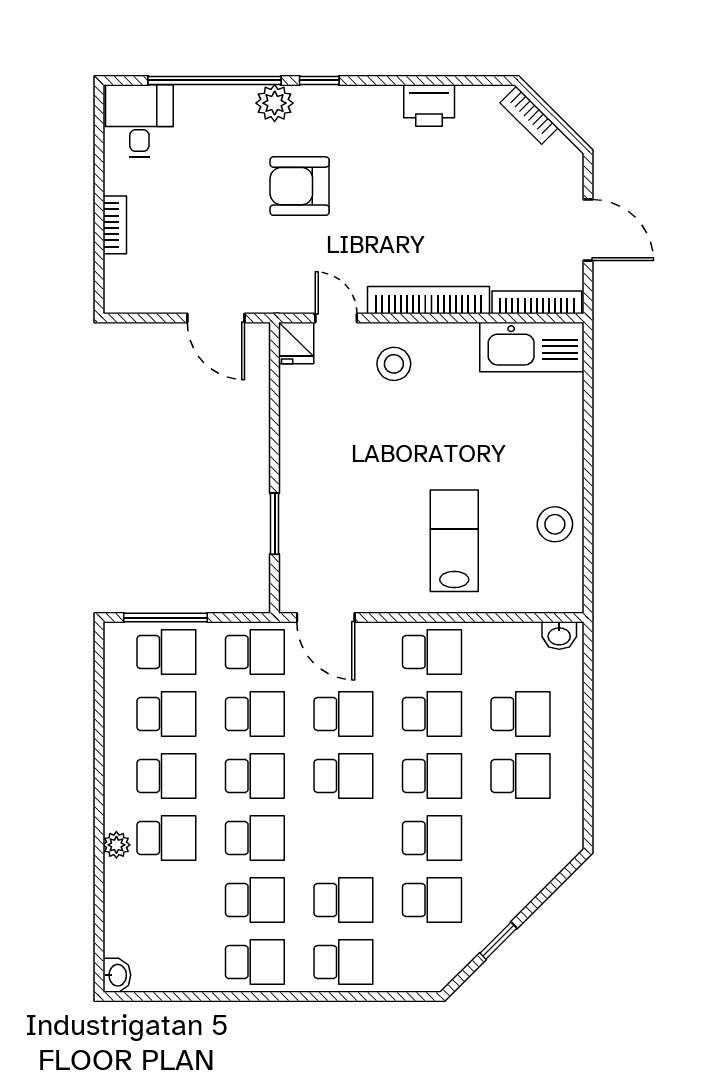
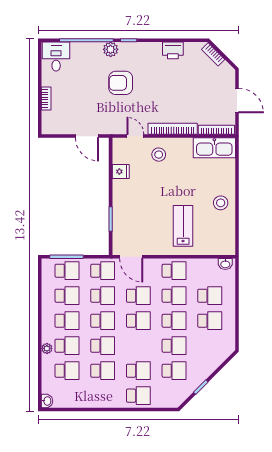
fridge: (296, 343) -> (121, 172), moved, turned -90
stool: (555, 524) -> (221, 203), moved
school desk: (255, 962) -> (67, 371), moved

